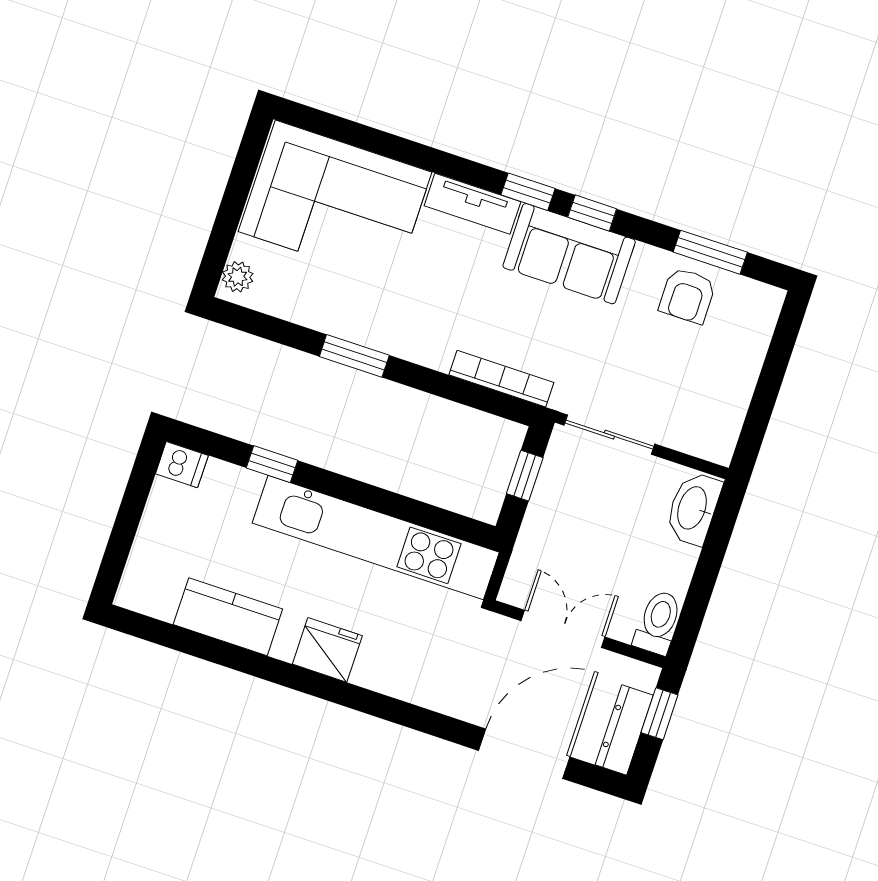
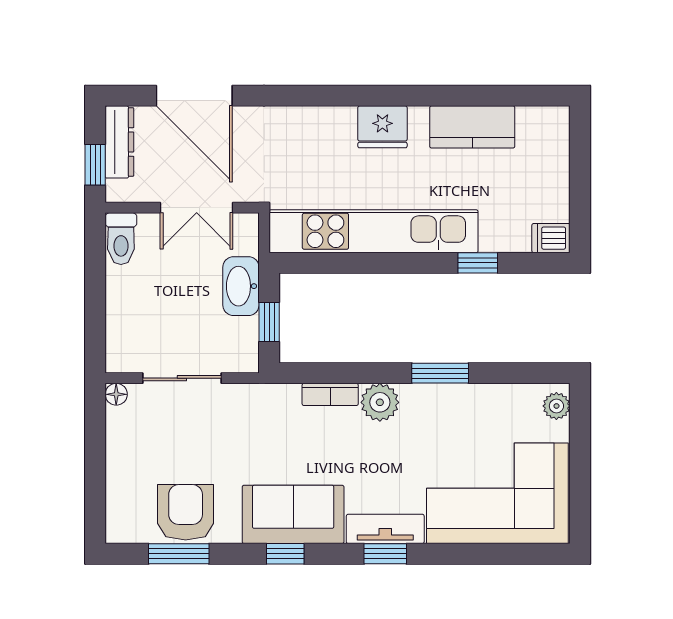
window: (528, 192) -> (385, 554), moved
armchair: (687, 296) -> (186, 512), width x1.38, depth x1.38
plant: (432, 346) -> (380, 402), added
bookcase: (501, 379) -> (330, 394), width x0.64
sliding door: (609, 435) -> (182, 378), moved
floor lamp: (721, 452) -> (116, 394), added
washbasin: (693, 508) -> (241, 286), moved, turned 180
door: (524, 754) -> (194, 96), hinge flipped

